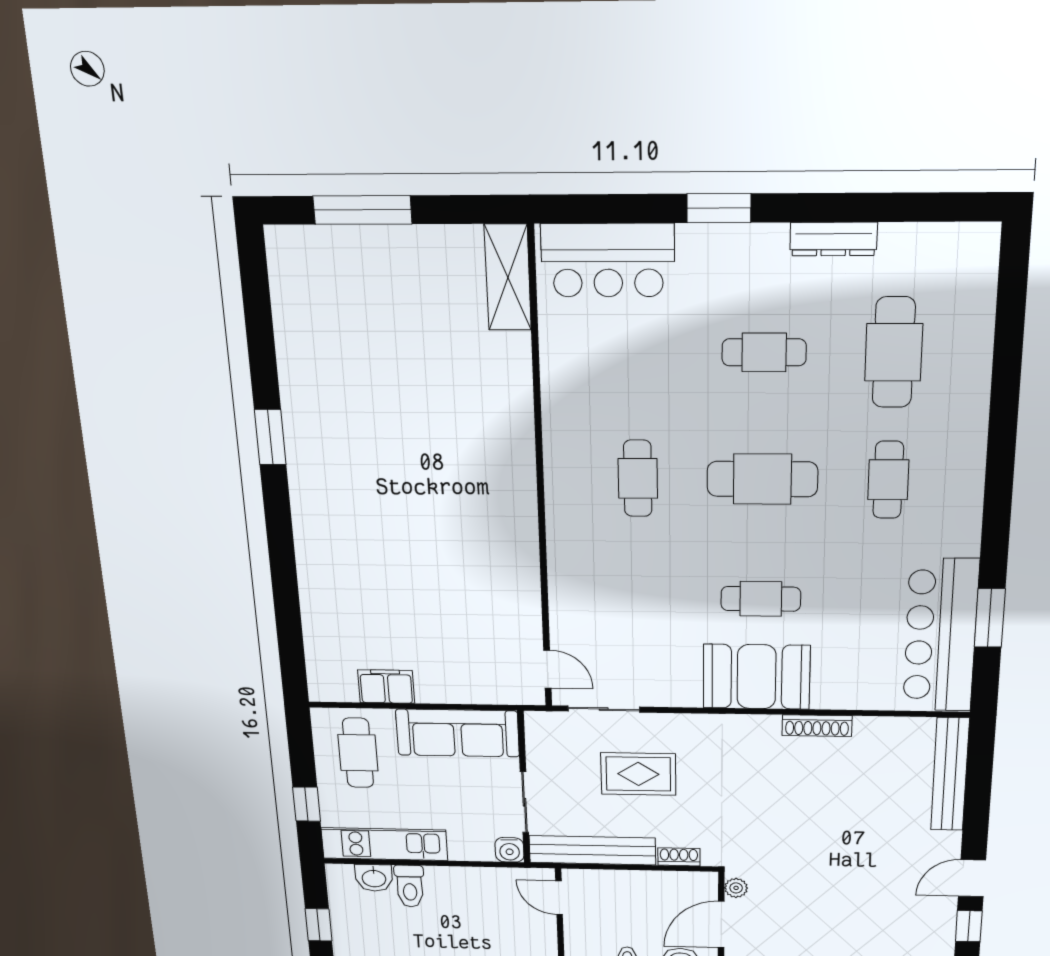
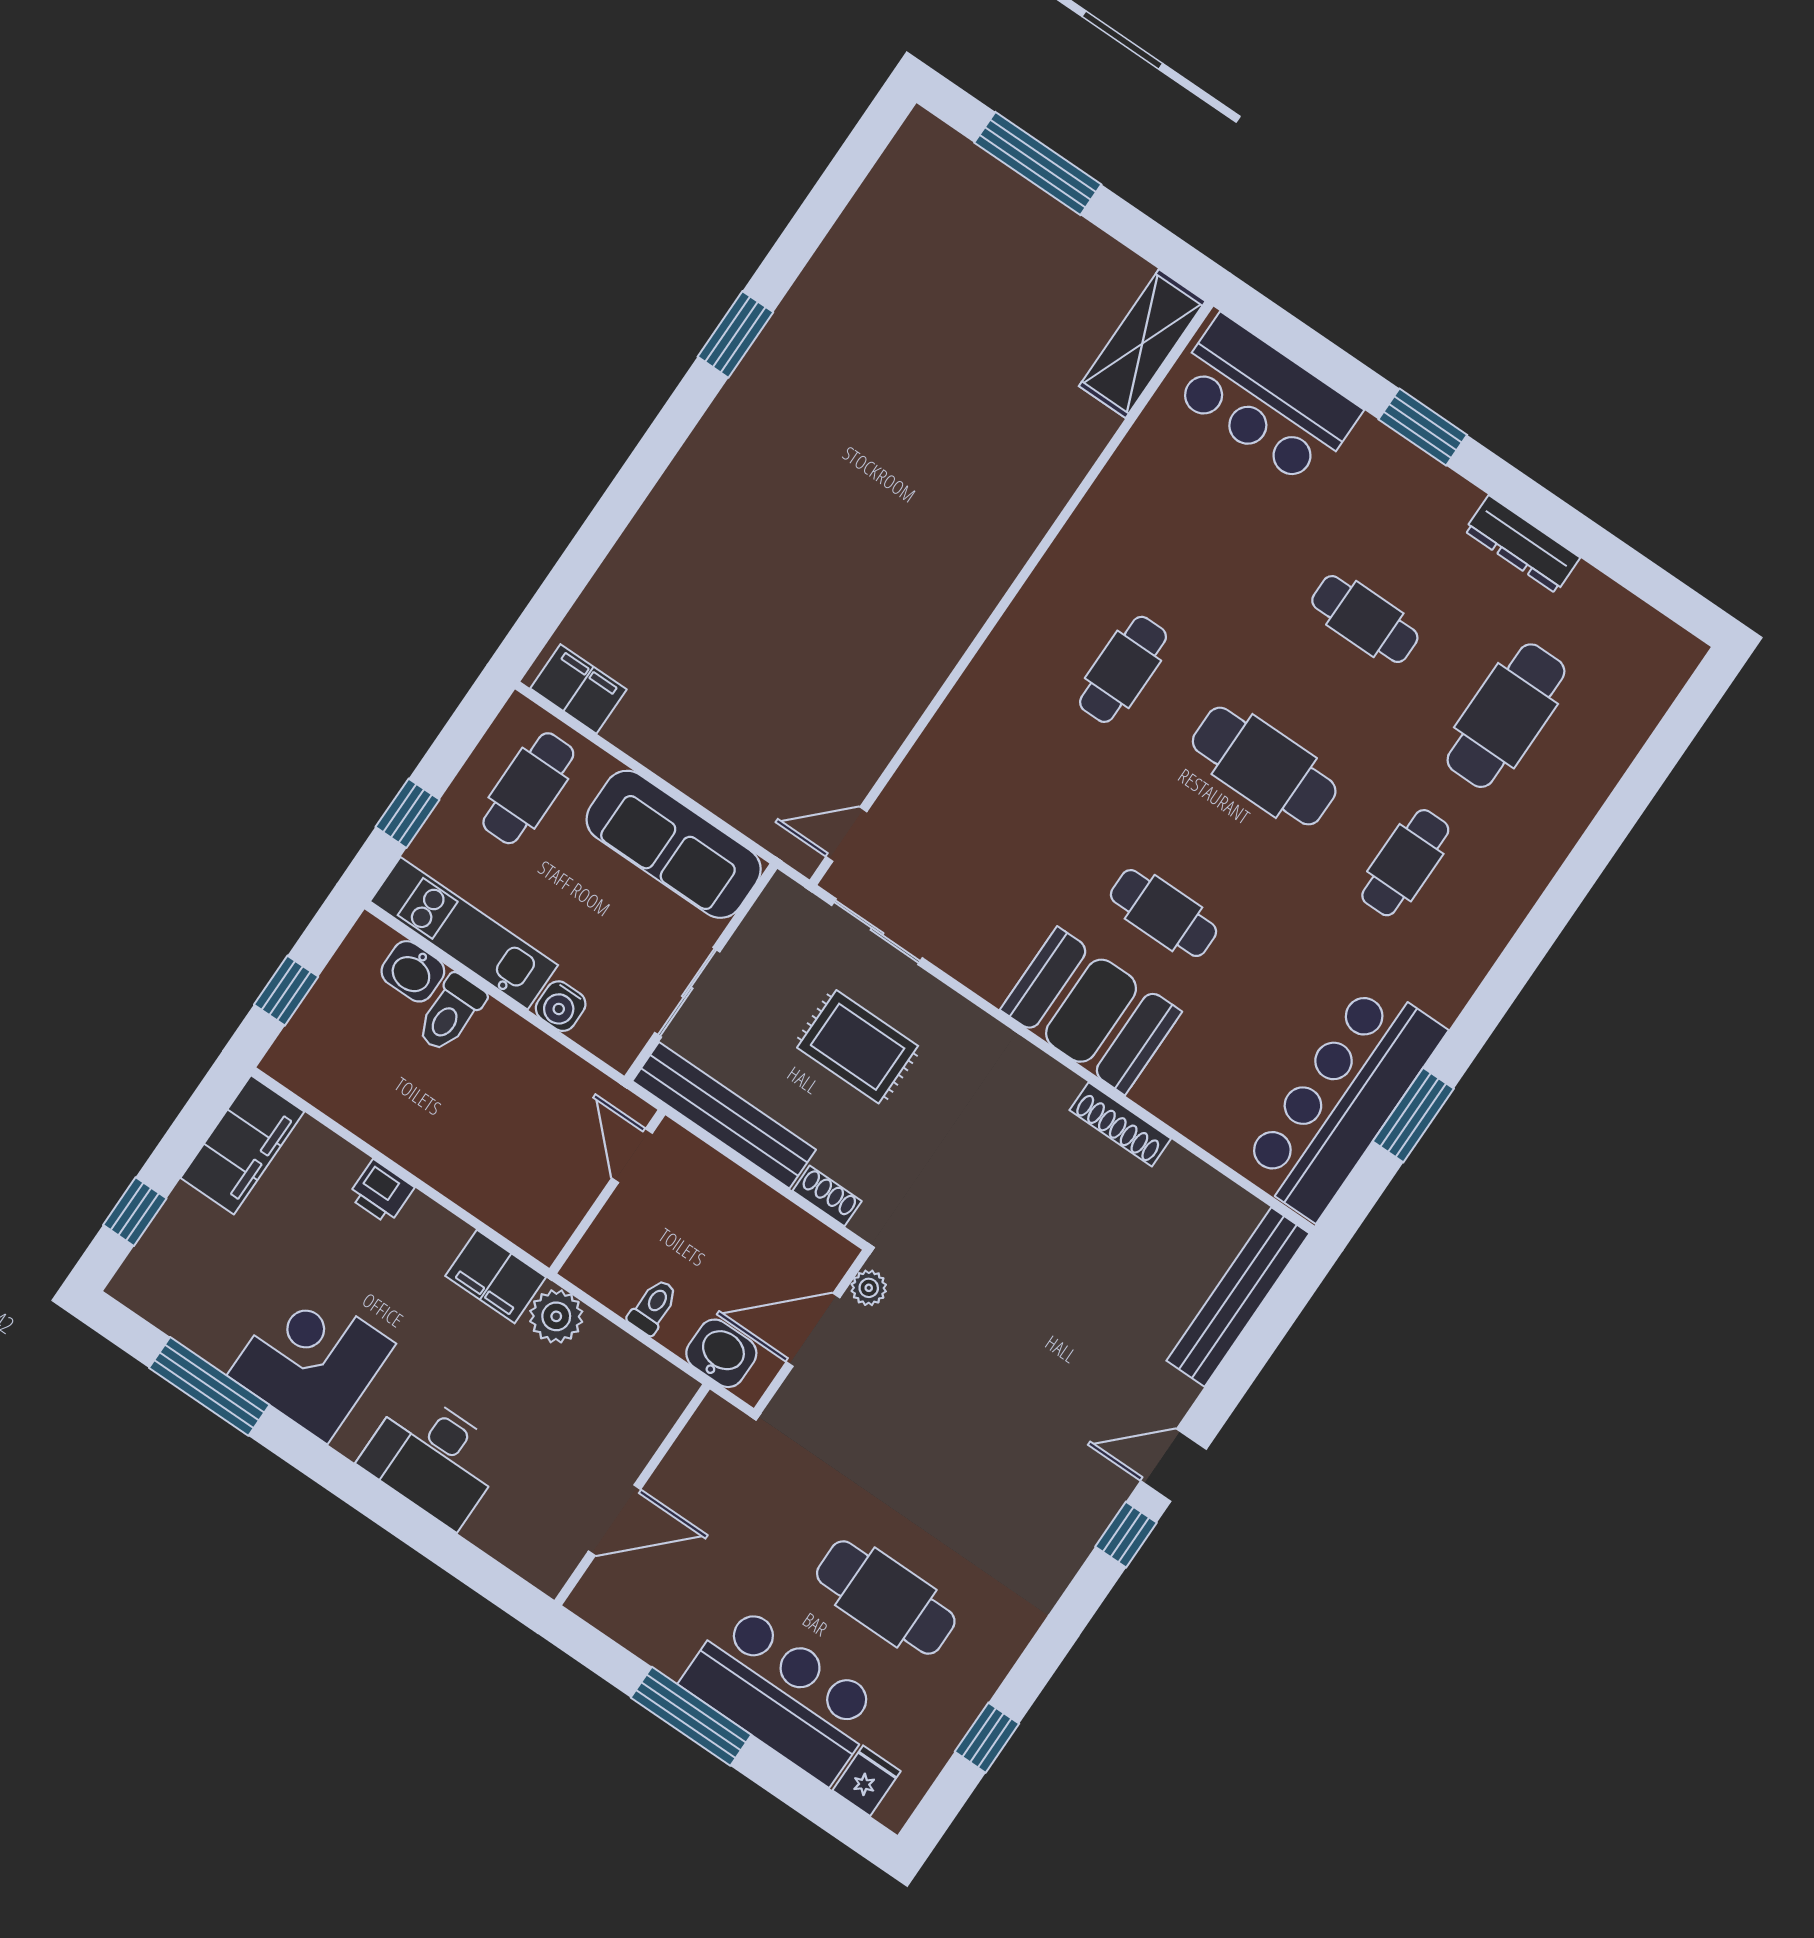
door: (547, 669) -> (846, 834), swing flipped
filing cabinet: (386, 687) -> (578, 689), moved
water cooler: (509, 850) -> (561, 1006), moved

